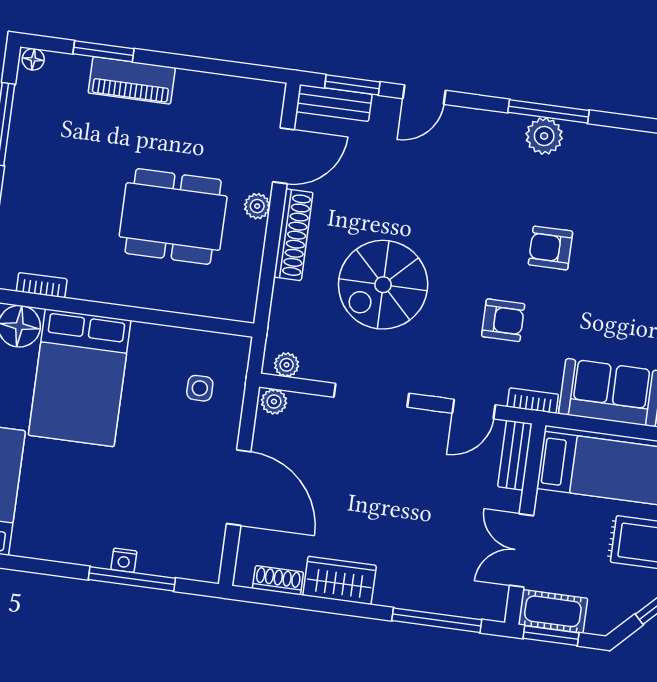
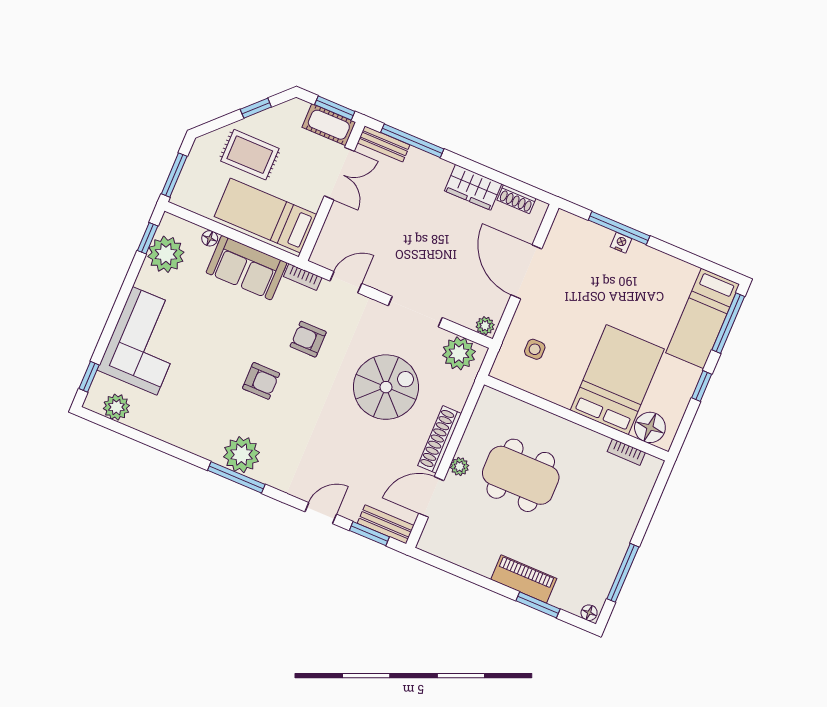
plant: (544, 136) -> (242, 455), width x1.36, depth x1.36
plant: (287, 365) -> (459, 353), width x1.87, depth x1.87
bench: (515, 455) -> (384, 144), moved, turned 90

